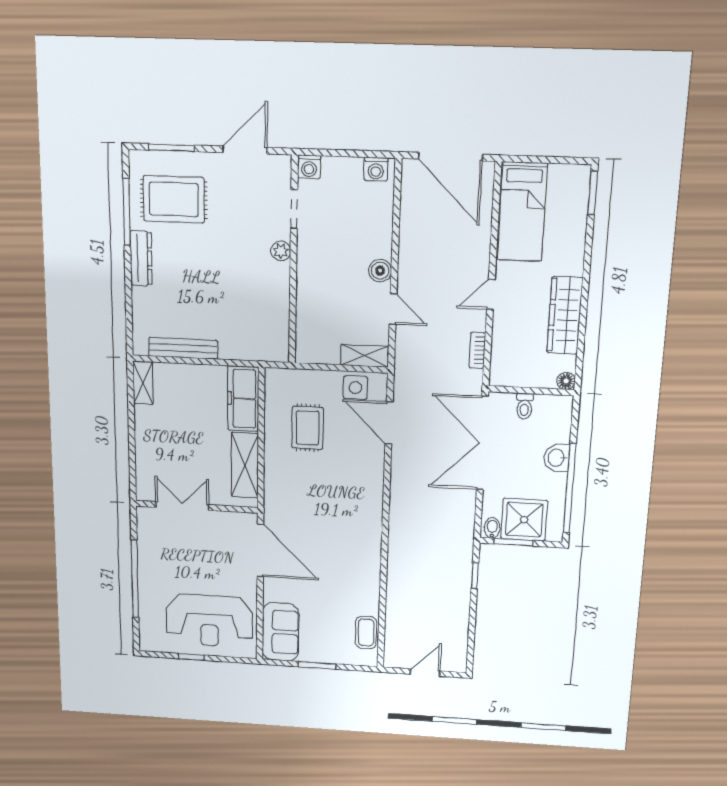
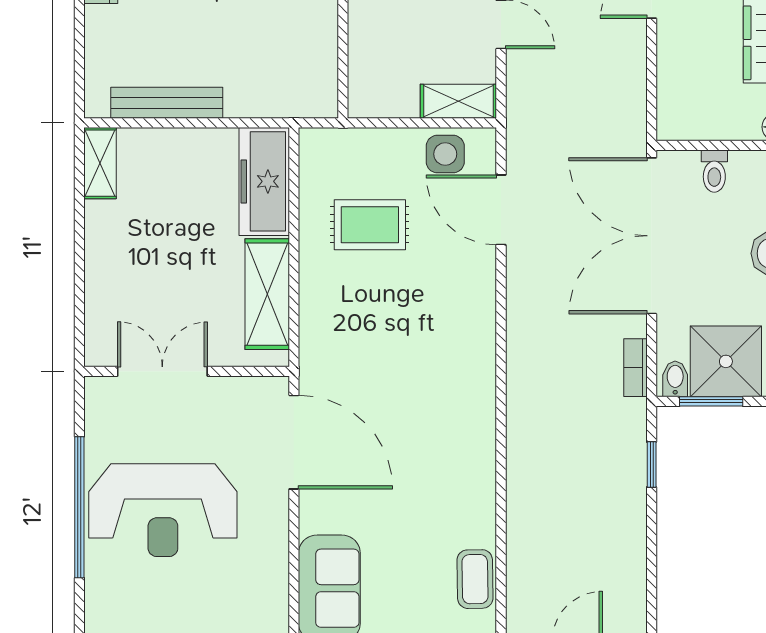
bookcase: (477, 350) -> (635, 368), moved
rug: (308, 428) -> (370, 225), turned 90
reception desk: (209, 621) -> (163, 510), moved

